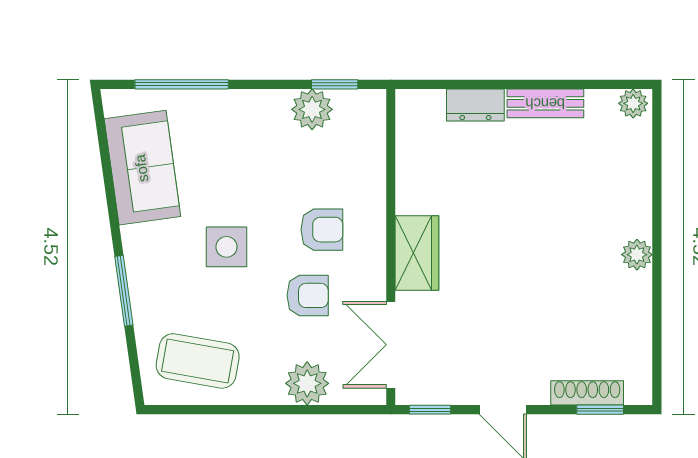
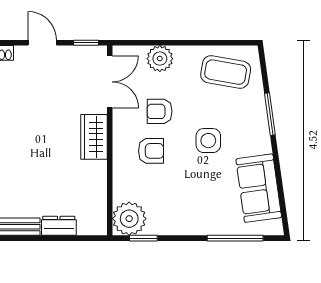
plant: (312, 109) -> (129, 219), moved, width x1.36, depth x1.36
armchair: (322, 230) -> (151, 151), turned 180

